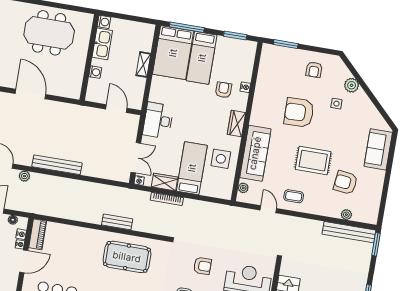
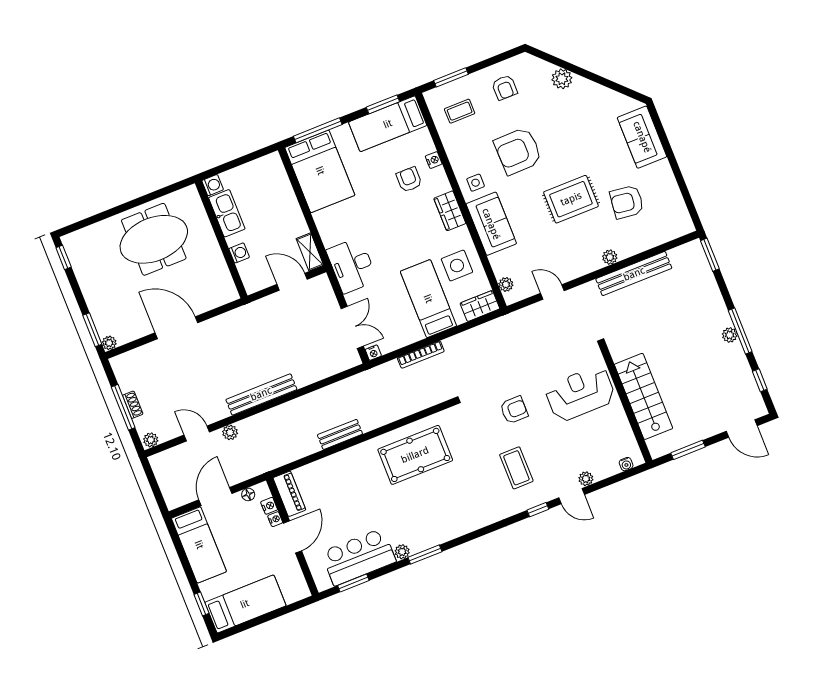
bed: (202, 58) -> (388, 124), moved, turned 90
shelving: (143, 65) -> (310, 252), moved
side table: (336, 104) -> (476, 183), moved
sofa: (255, 153) -> (491, 224), width x0.73
wardrobe: (165, 182) -> (480, 306), moved
coffee table: (294, 196) -> (460, 111), moved
plant: (346, 215) -> (610, 257), moved
bench: (117, 222) -> (340, 434), moved
bench: (349, 232) -> (634, 274), moved

